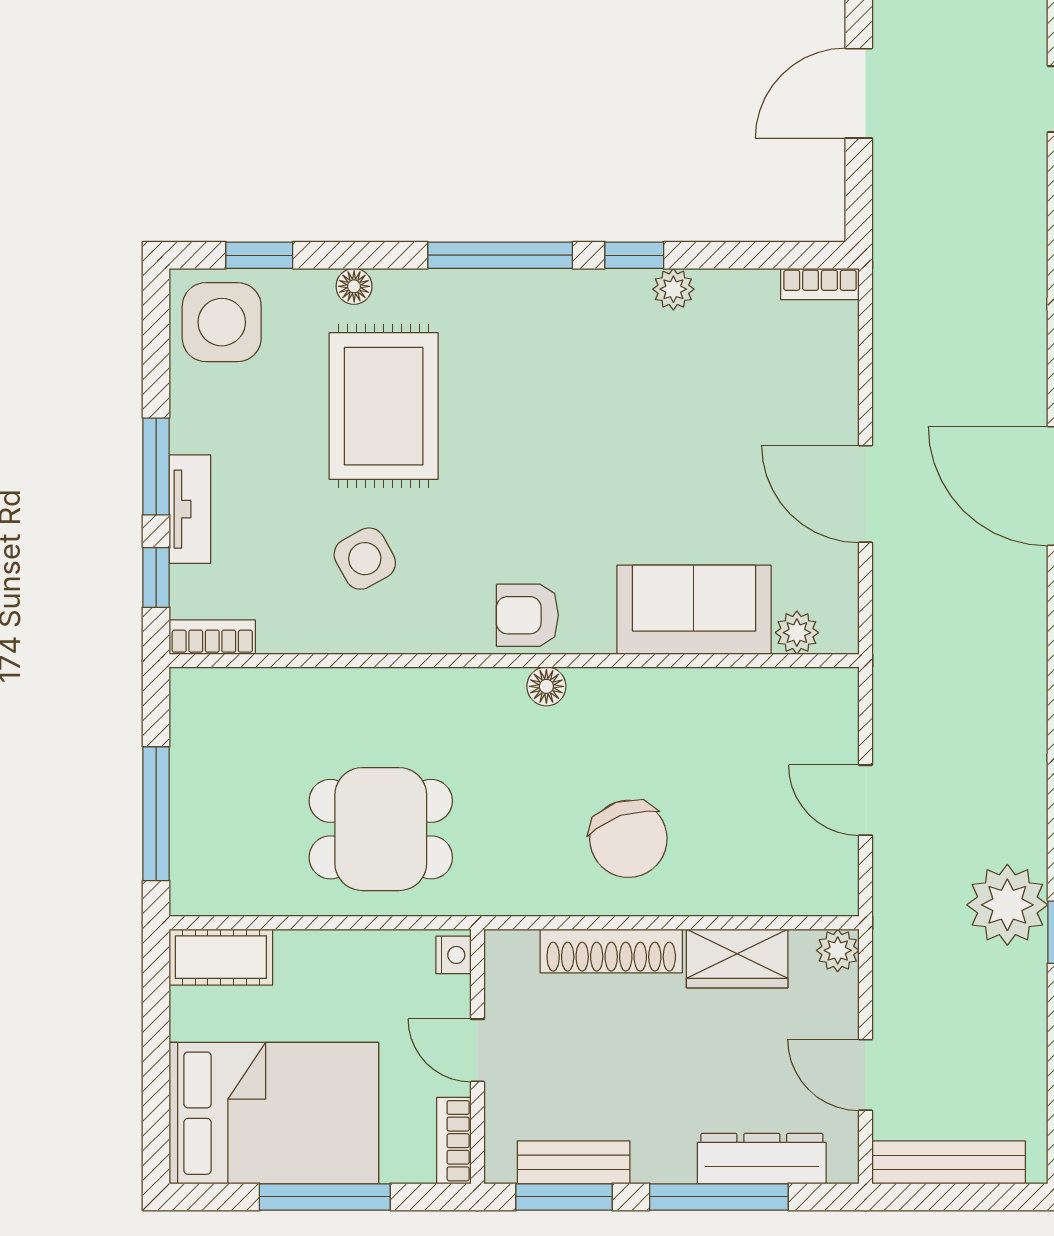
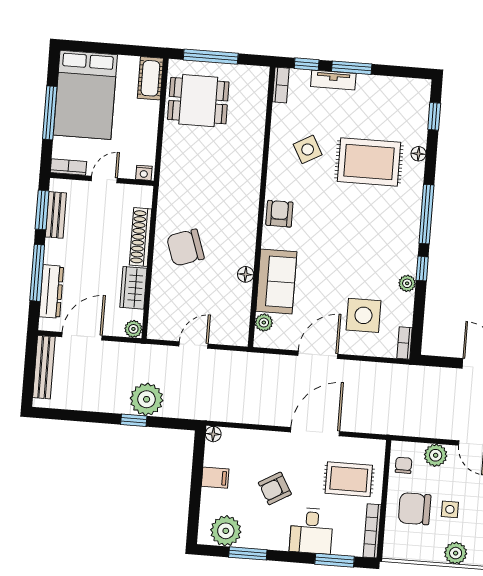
side table: (222, 322) -> (363, 315), moved
floor lamp: (546, 686) -> (246, 274), moved
dining table: (381, 829) -> (198, 101), moved, turned 90
door: (866, 1075) -> (82, 336), width x1.38

